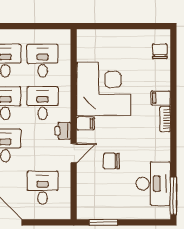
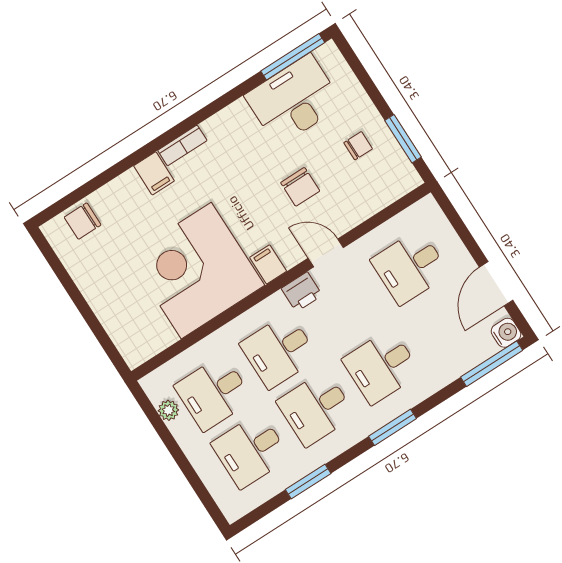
plant: (48, 35) -> (168, 410), added
chair: (113, 200) -> (358, 146), added

